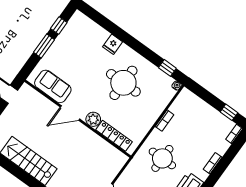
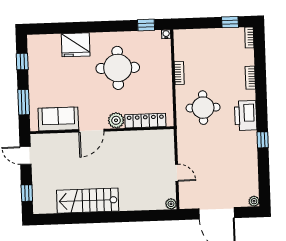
fridge: (113, 44) -> (76, 45), width x1.88, depth x1.34
window: (44, 46) -> (24, 102), moved

